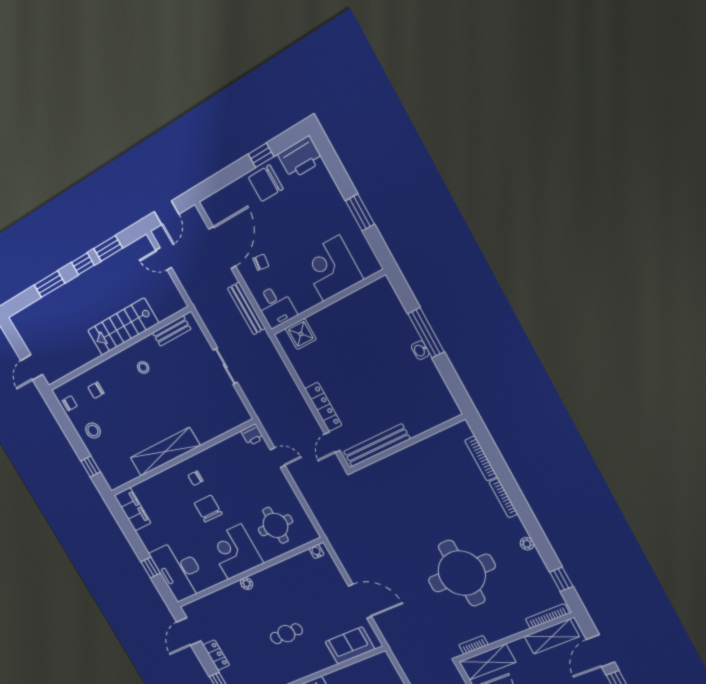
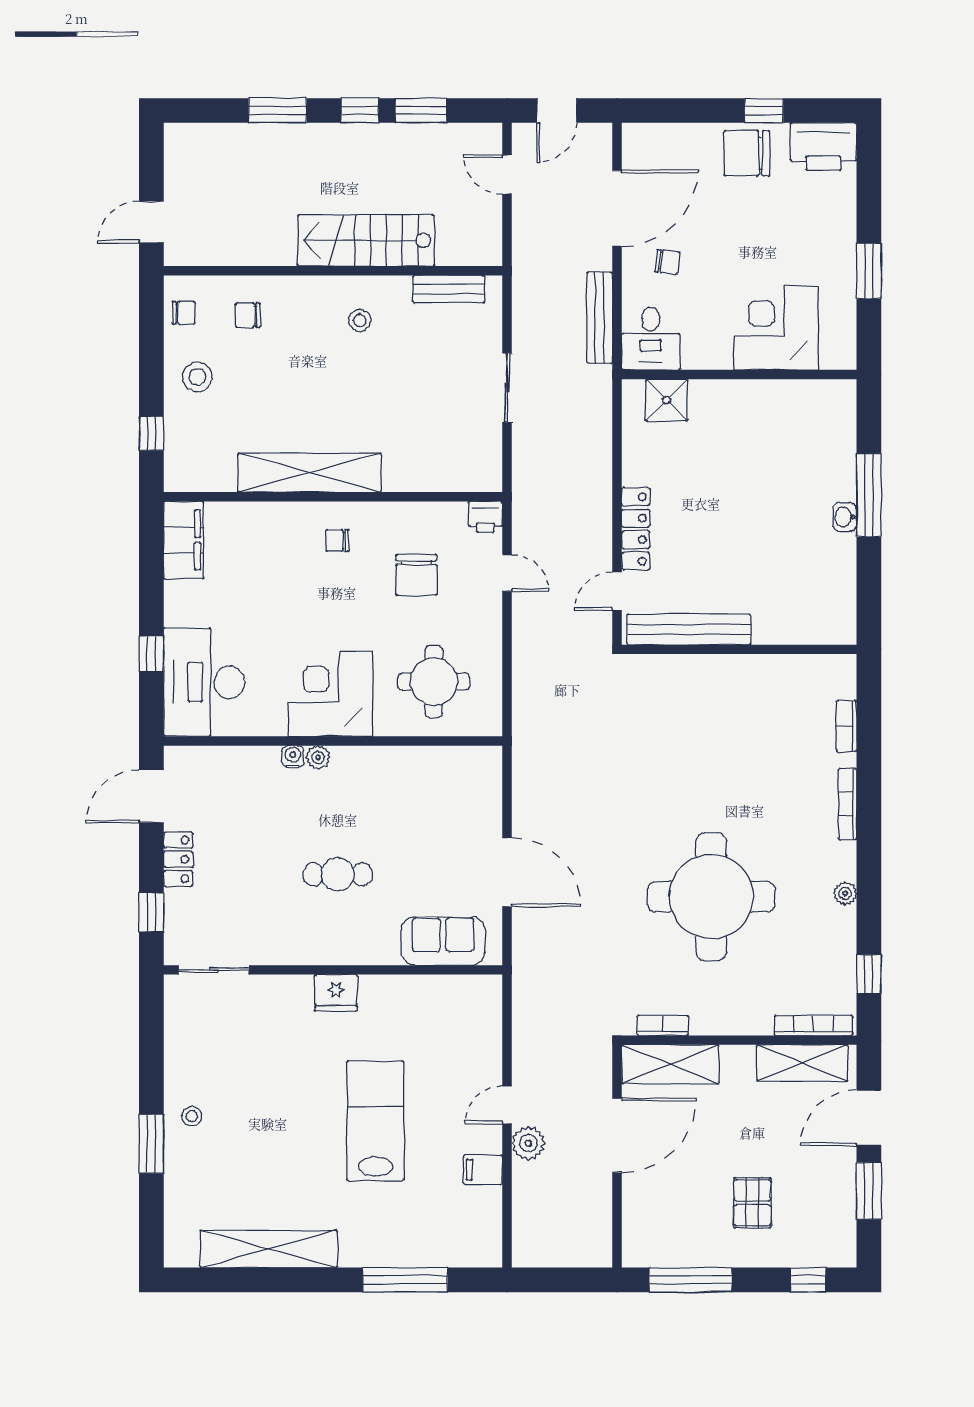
bookcase: (481, 458) -> (846, 726), width x0.64
chair: (208, 509) -> (416, 575), moved, turned 180
water cooler: (316, 552) -> (293, 756), moved

